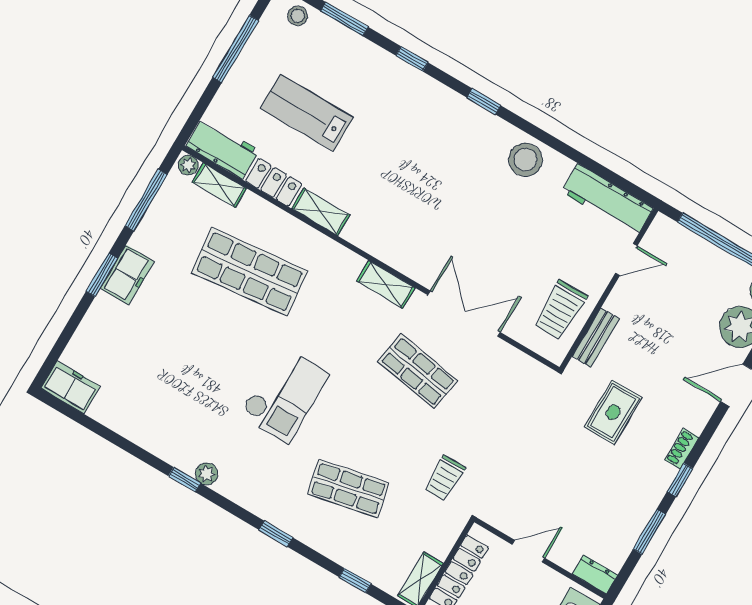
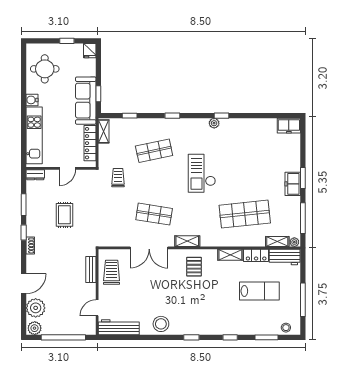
pallet: (401, 230) -> (194, 267), added
rug: (613, 412) -> (64, 215), moved

